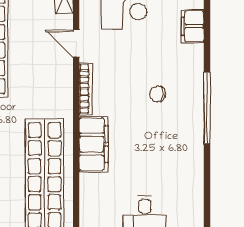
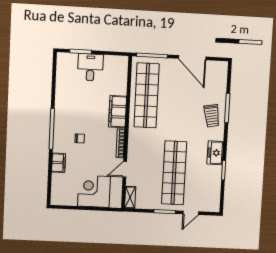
filing cabinet: (193, 26) -> (58, 163), moved
door: (76, 44) -> (125, 169), swing flipped

